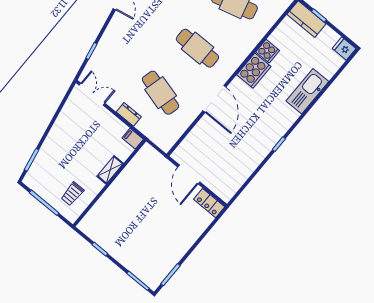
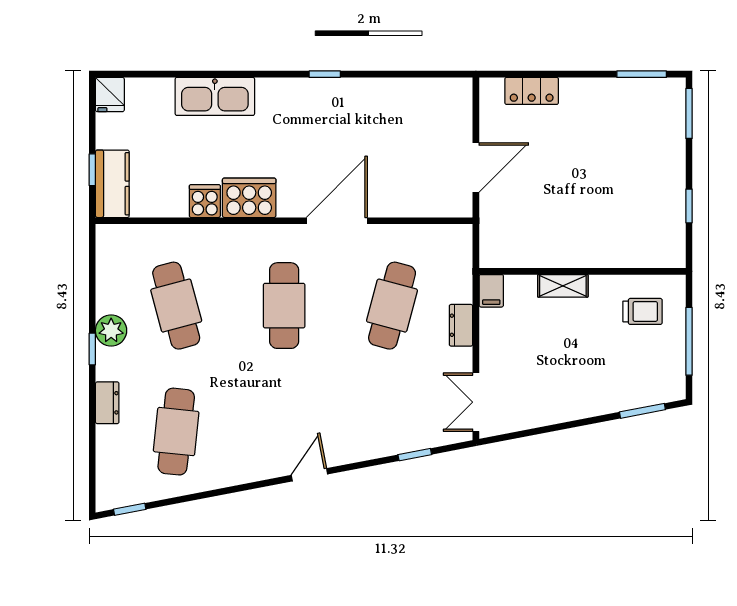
locker: (209, 203) -> (532, 91), moved, turned 90

